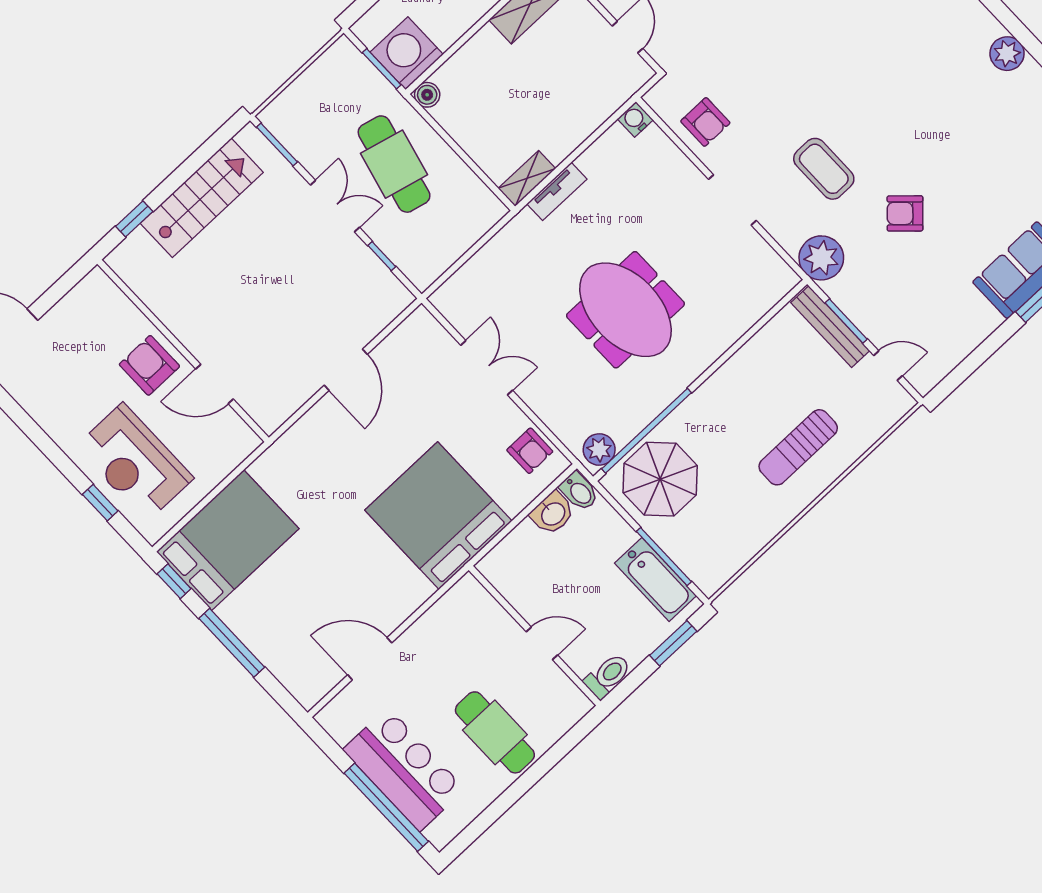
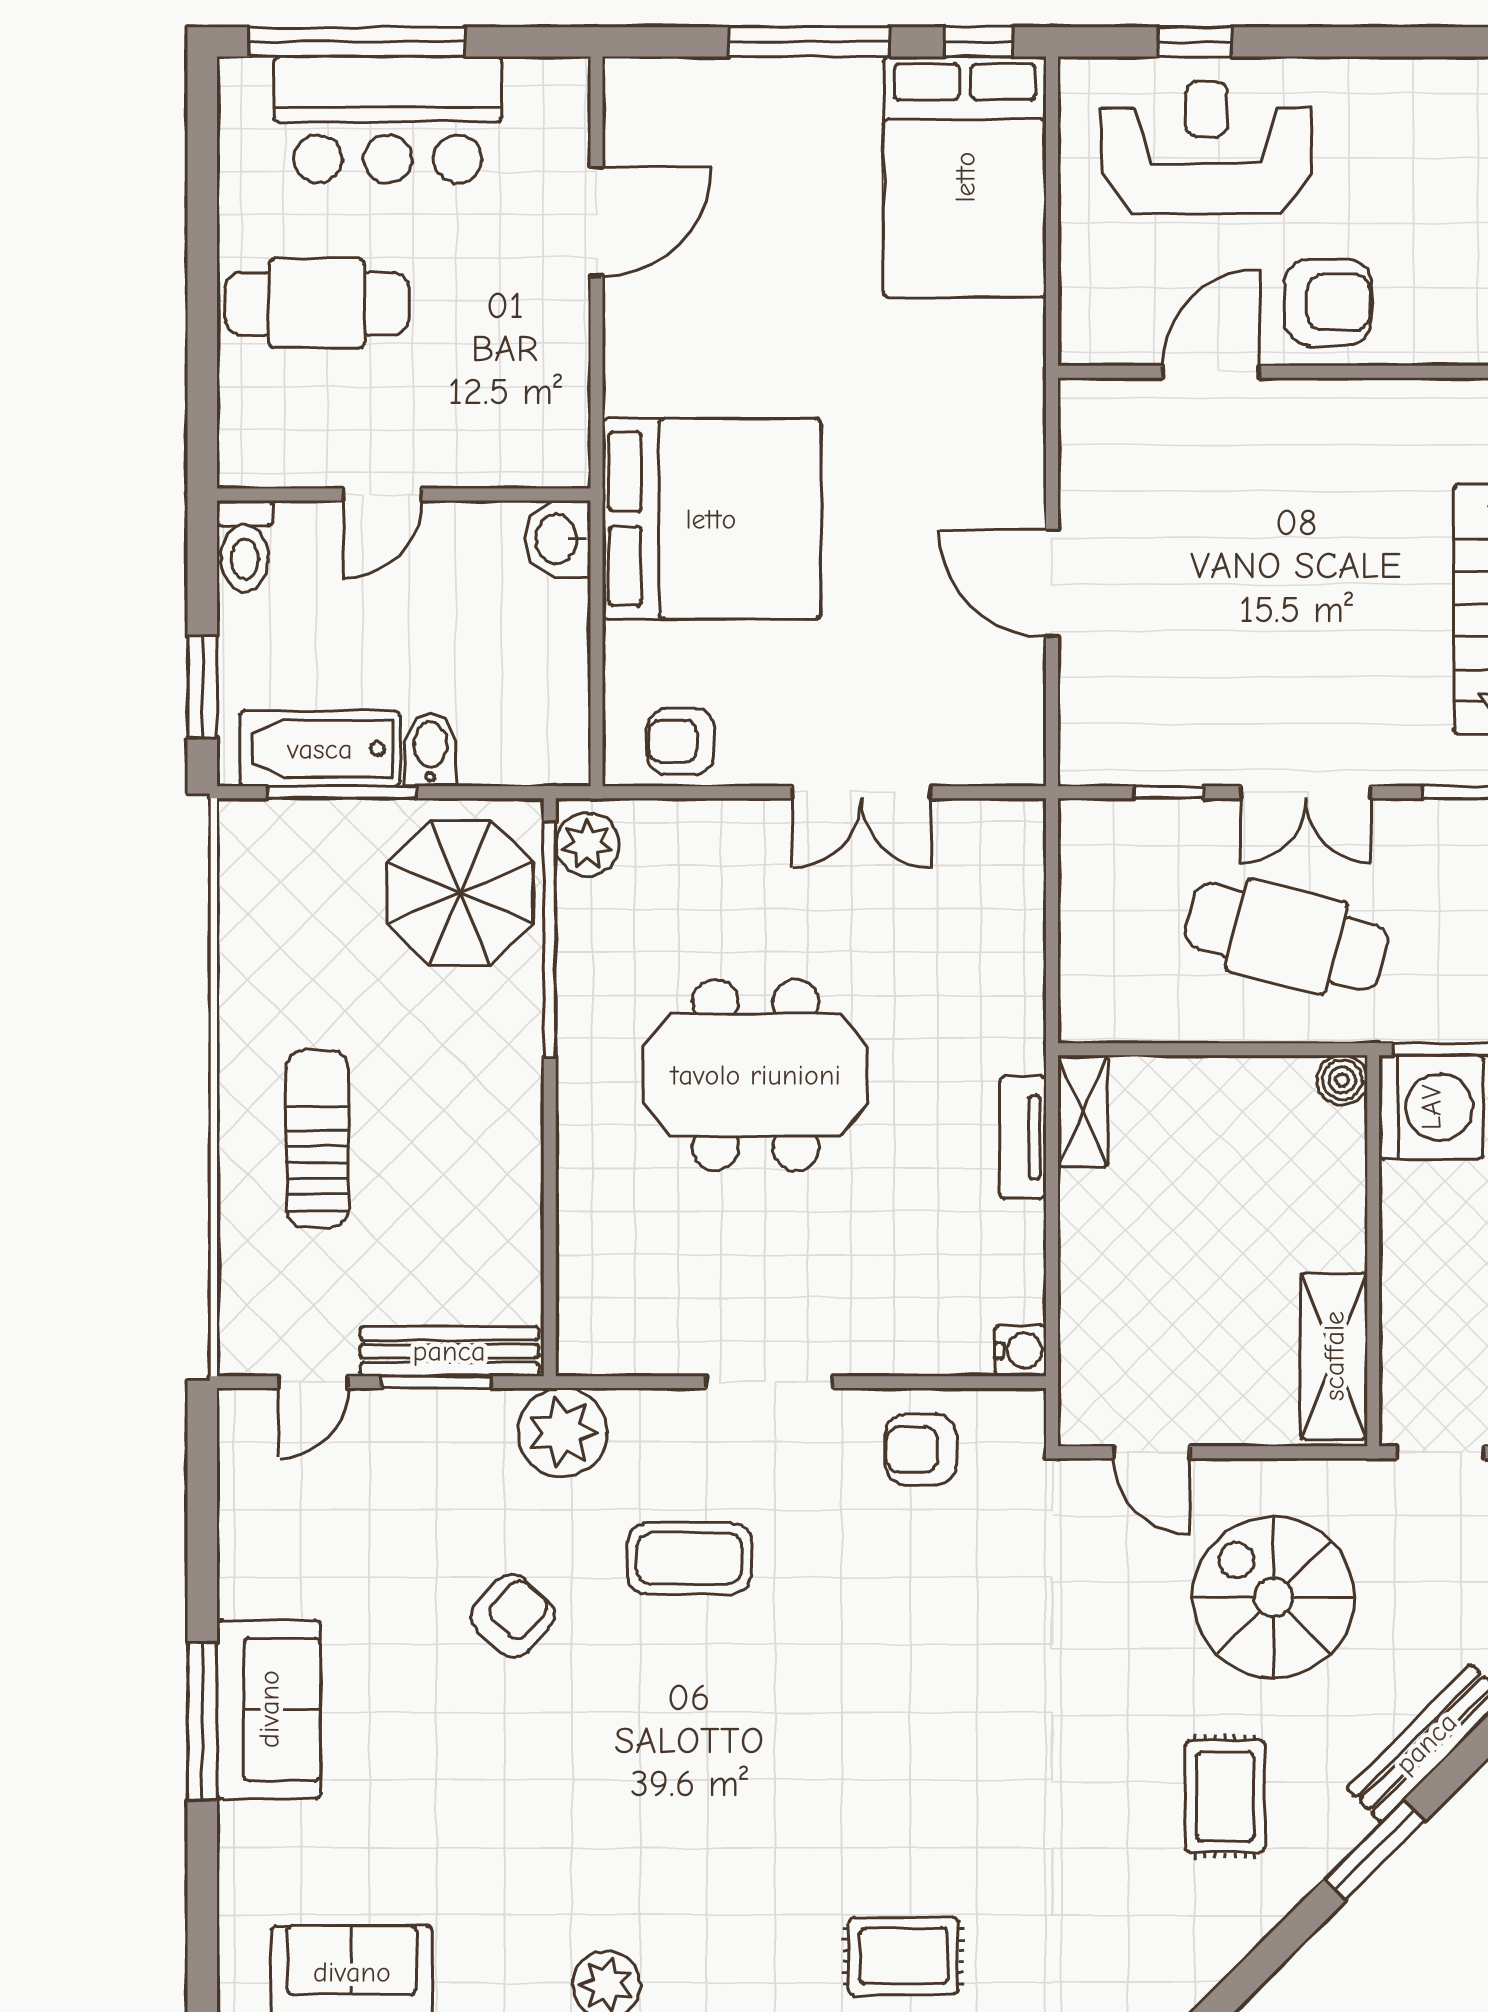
bidet: (579, 491) -> (430, 749), moved, turned 90
washbasin: (553, 513) -> (558, 539), moved

